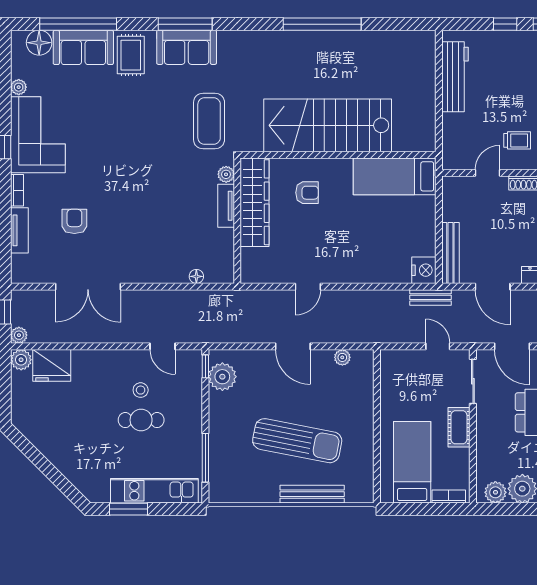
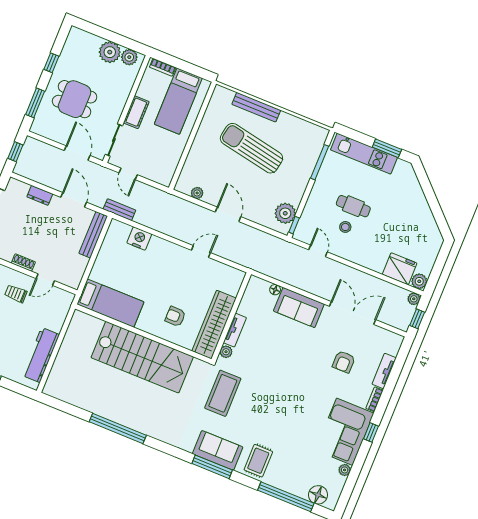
sofa: (83, 47) -> (299, 308), moved, turned 180
nightstand: (424, 270) -> (139, 238), moved, turned 90

